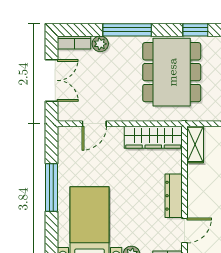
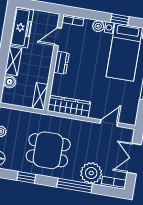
plant: (100, 44) -> (91, 173), width x1.87, depth x1.87
dining table: (172, 72) -> (48, 150), width x0.73
dresser: (174, 196) -> (61, 63), width x0.70

